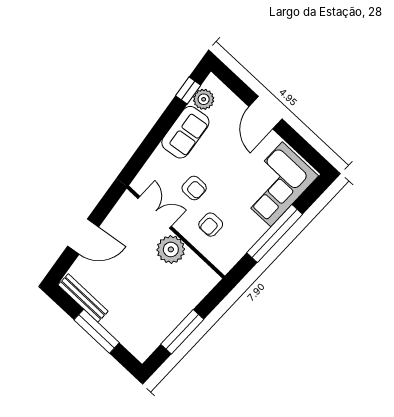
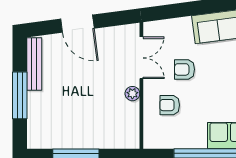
armchair: (194, 188) -> (184, 69), turned 90
plant: (171, 249) -> (132, 94), width x0.53, depth x0.53

